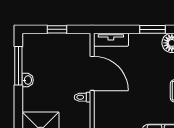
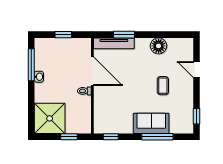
window: (153, 29) -> (124, 35), moved
tv unit: (111, 40) -> (114, 43), width x1.41

